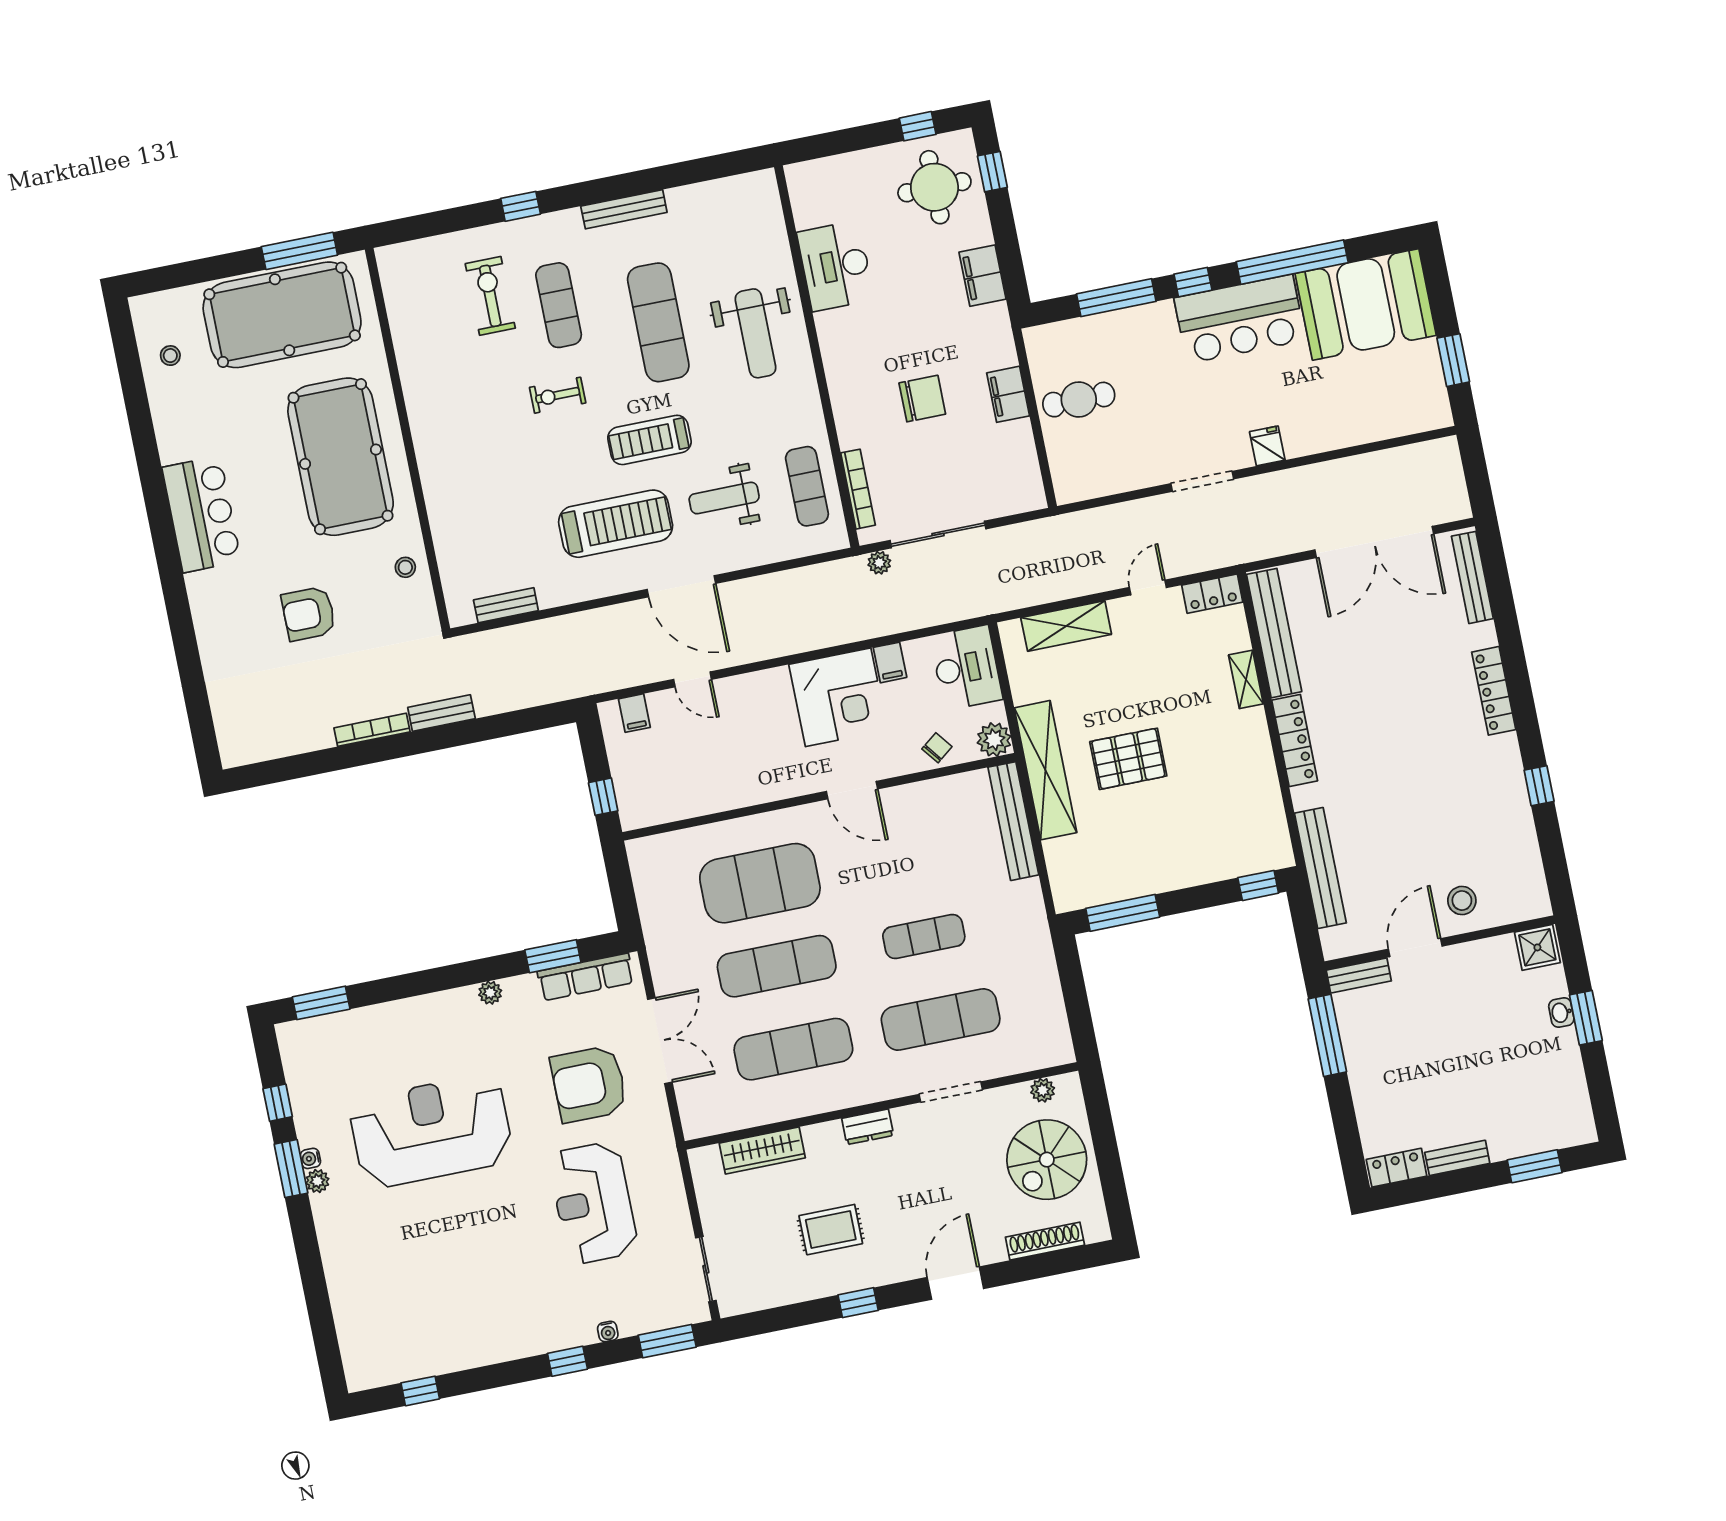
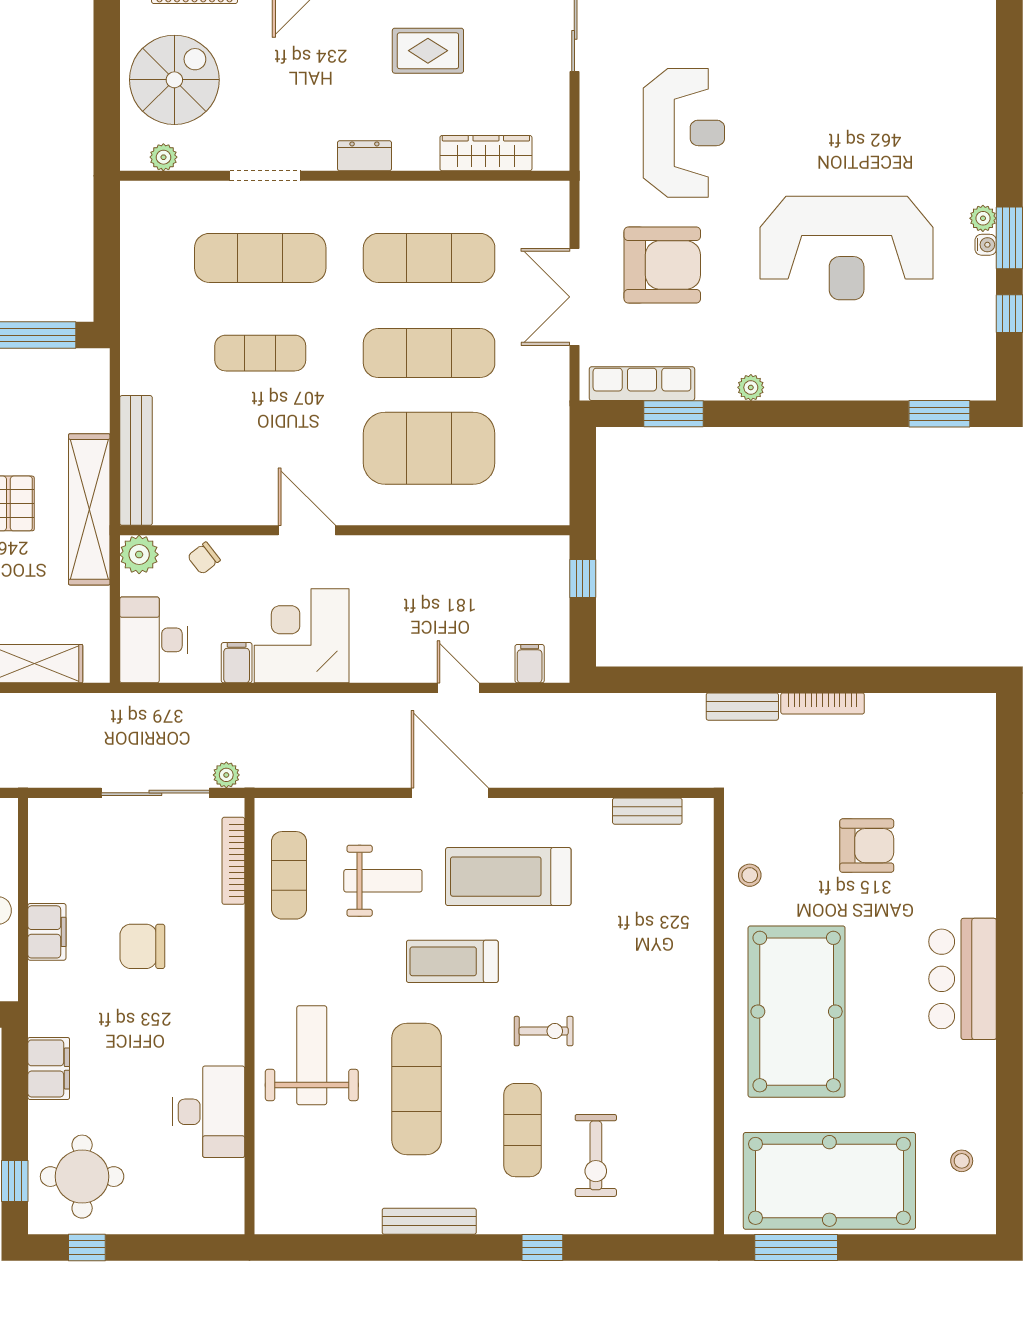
treadmill: (649, 440) -> (452, 961), turned 180

